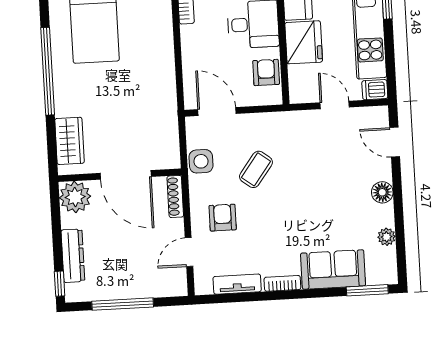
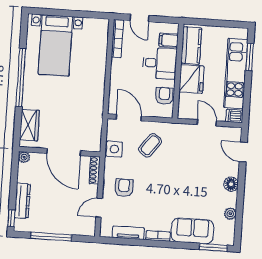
coffee table: (256, 169) -> (150, 145), moved
plant: (75, 197) -> (24, 157), width x0.53, depth x0.53

